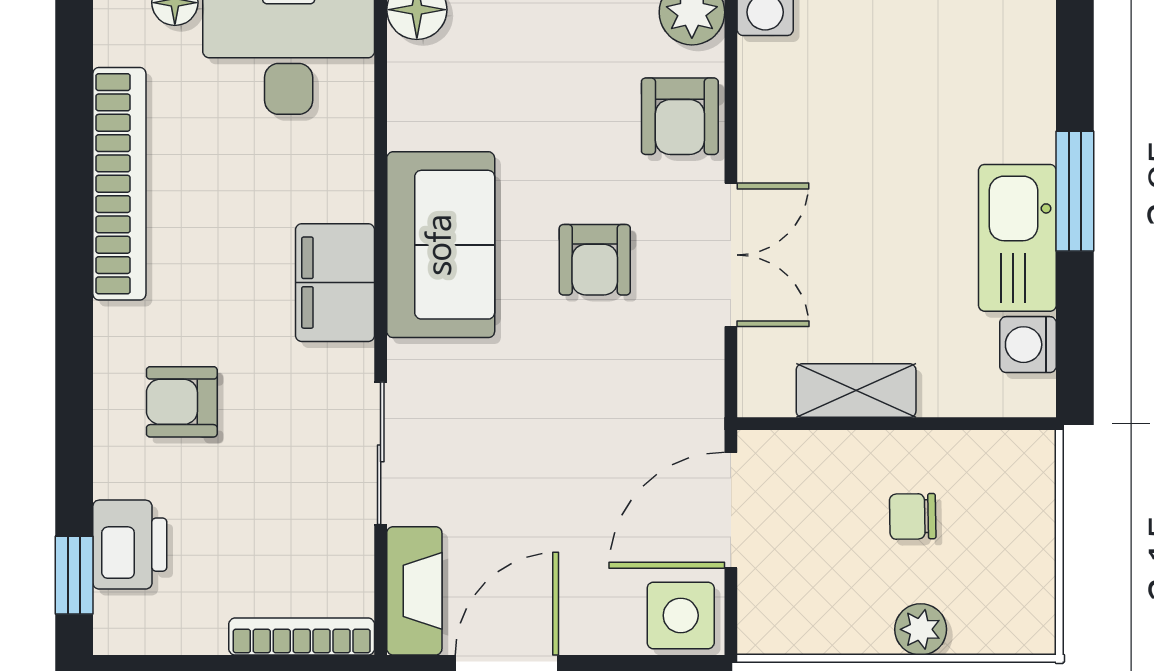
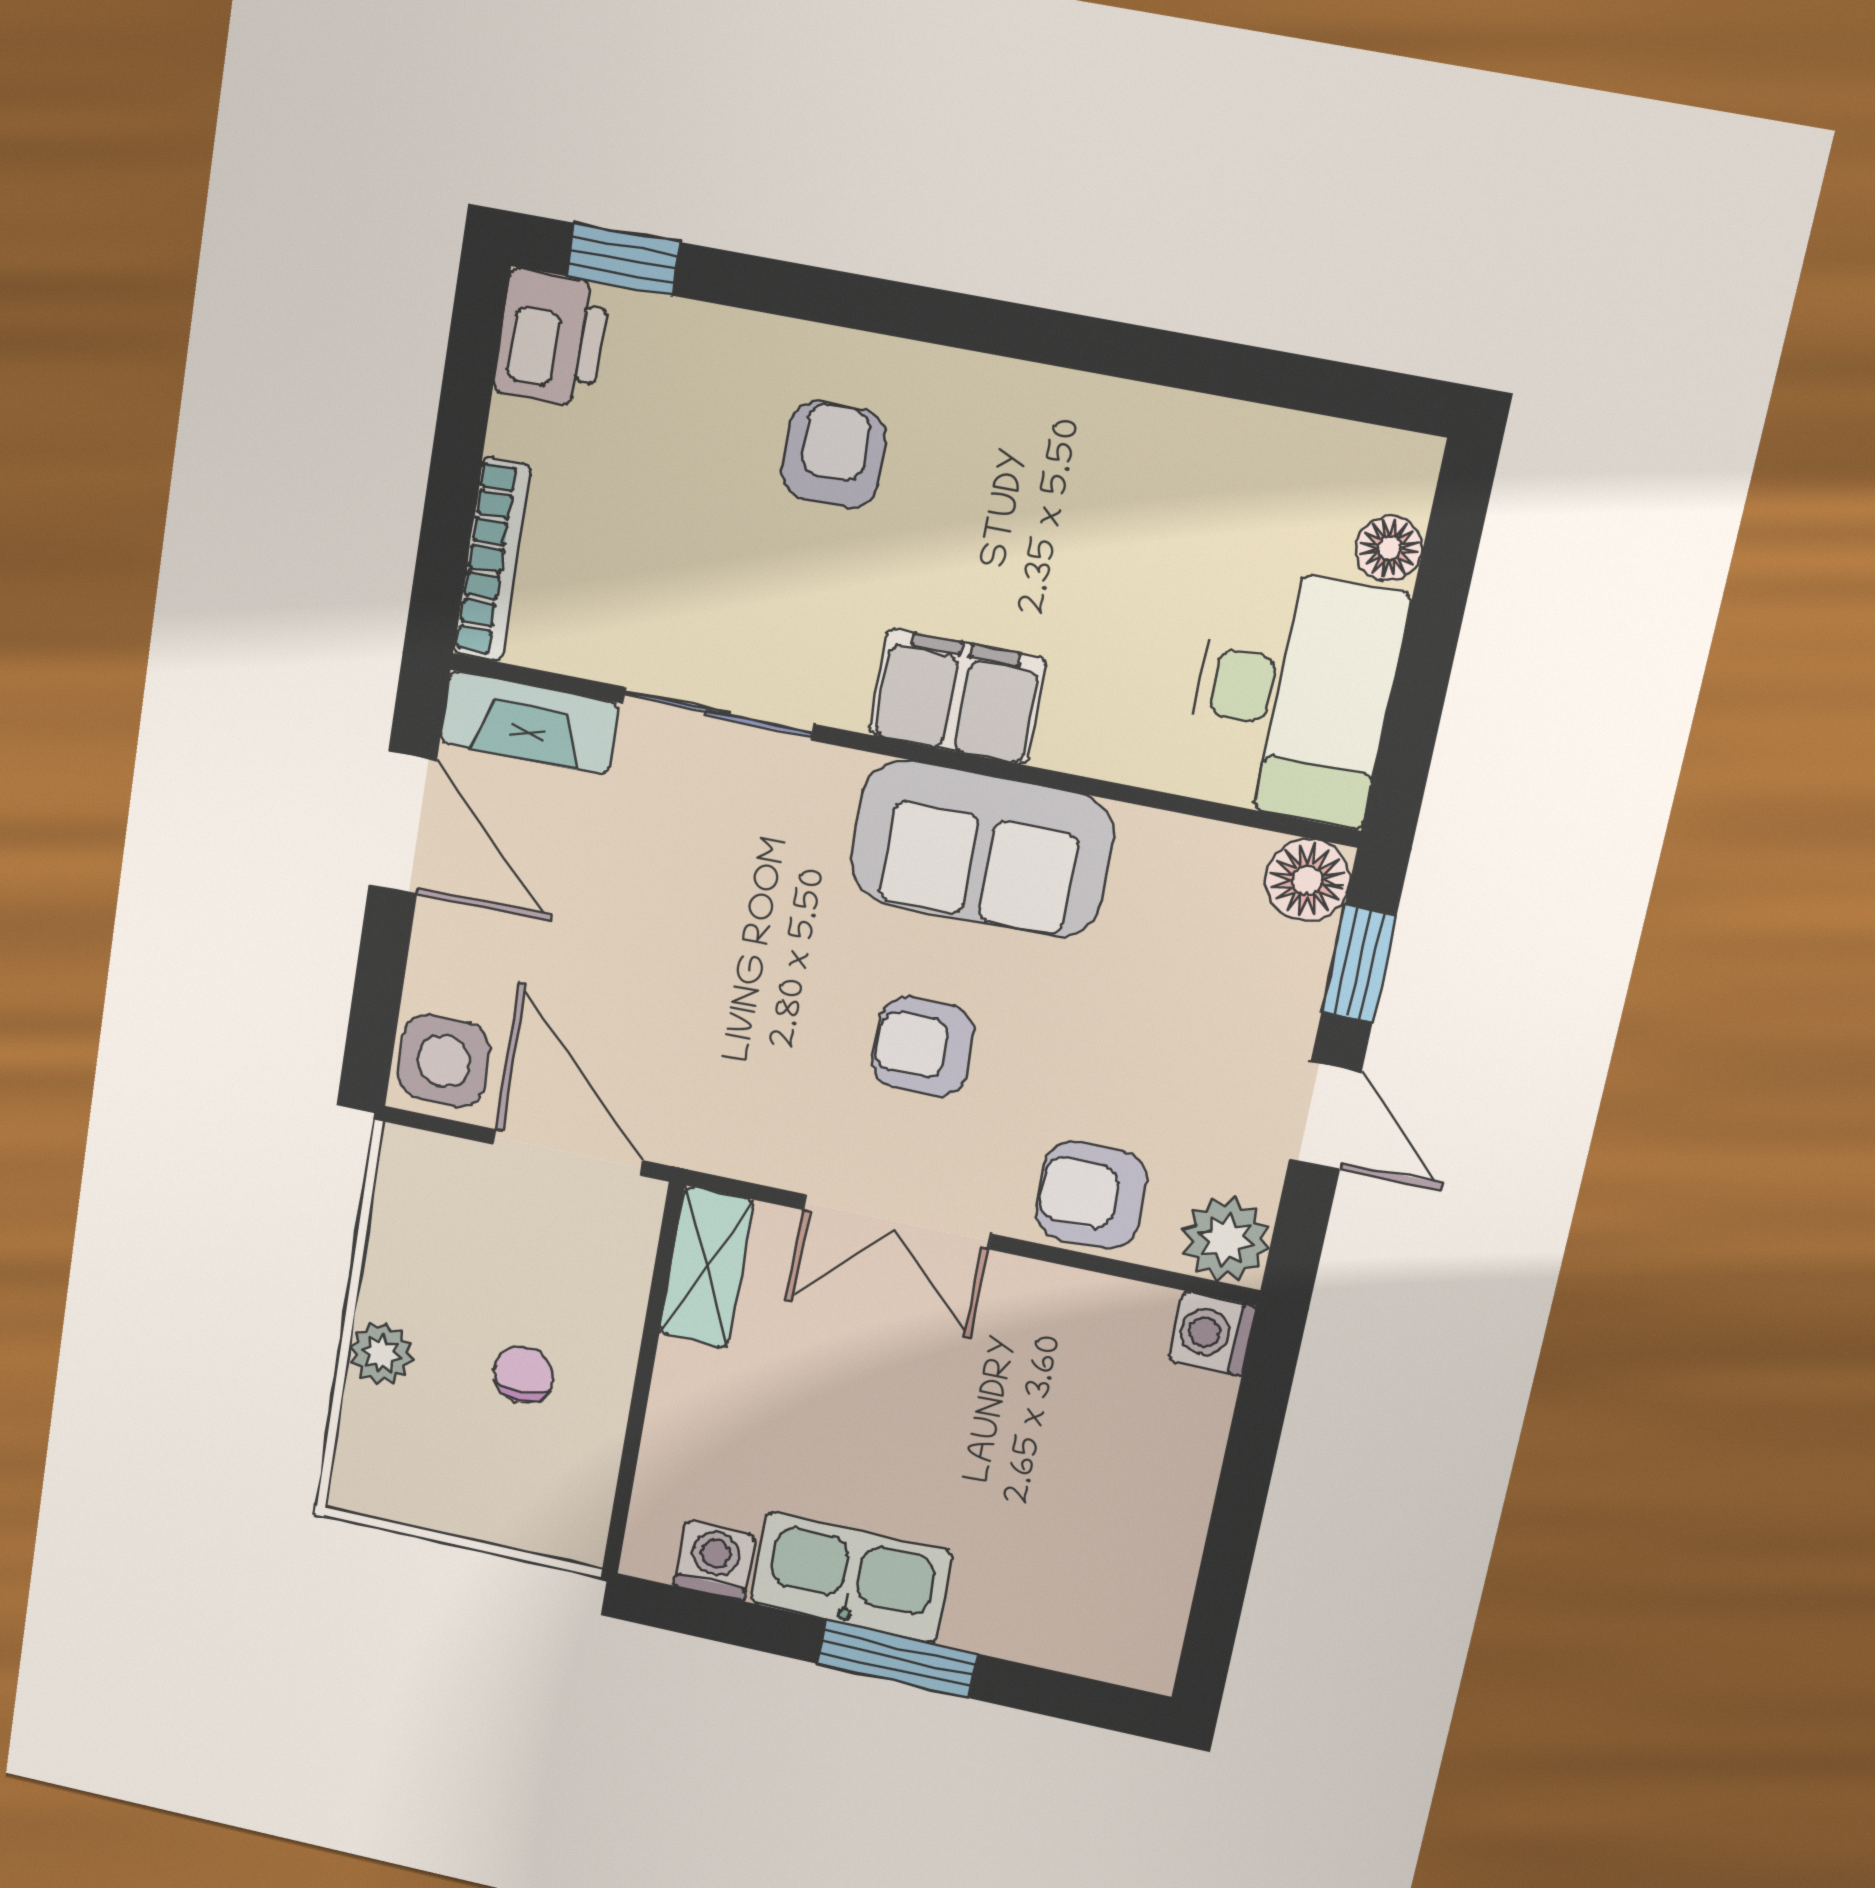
bookcase: (119, 184) -> (1151, 423), removed
shelving: (856, 391) -> (706, 1267), moved
printer: (130, 545) -> (551, 338), moved, turned -90

